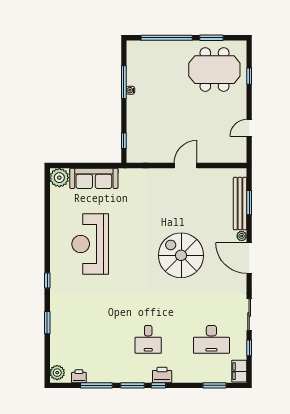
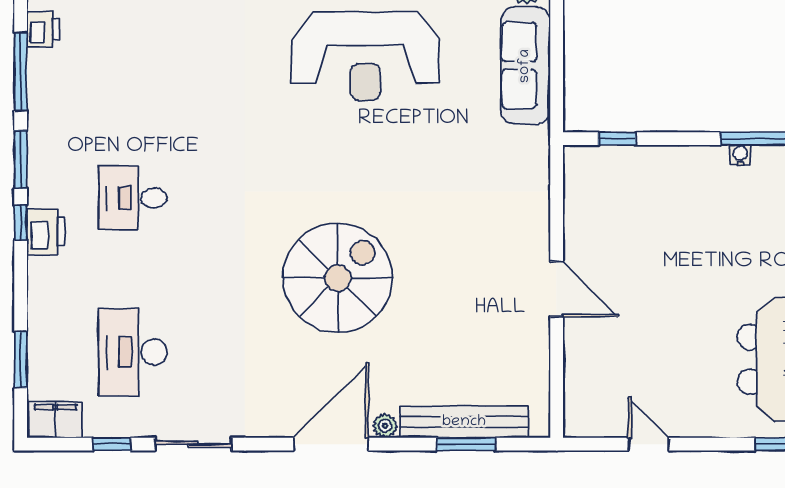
reception desk: (90, 244) -> (365, 56), turned 180

